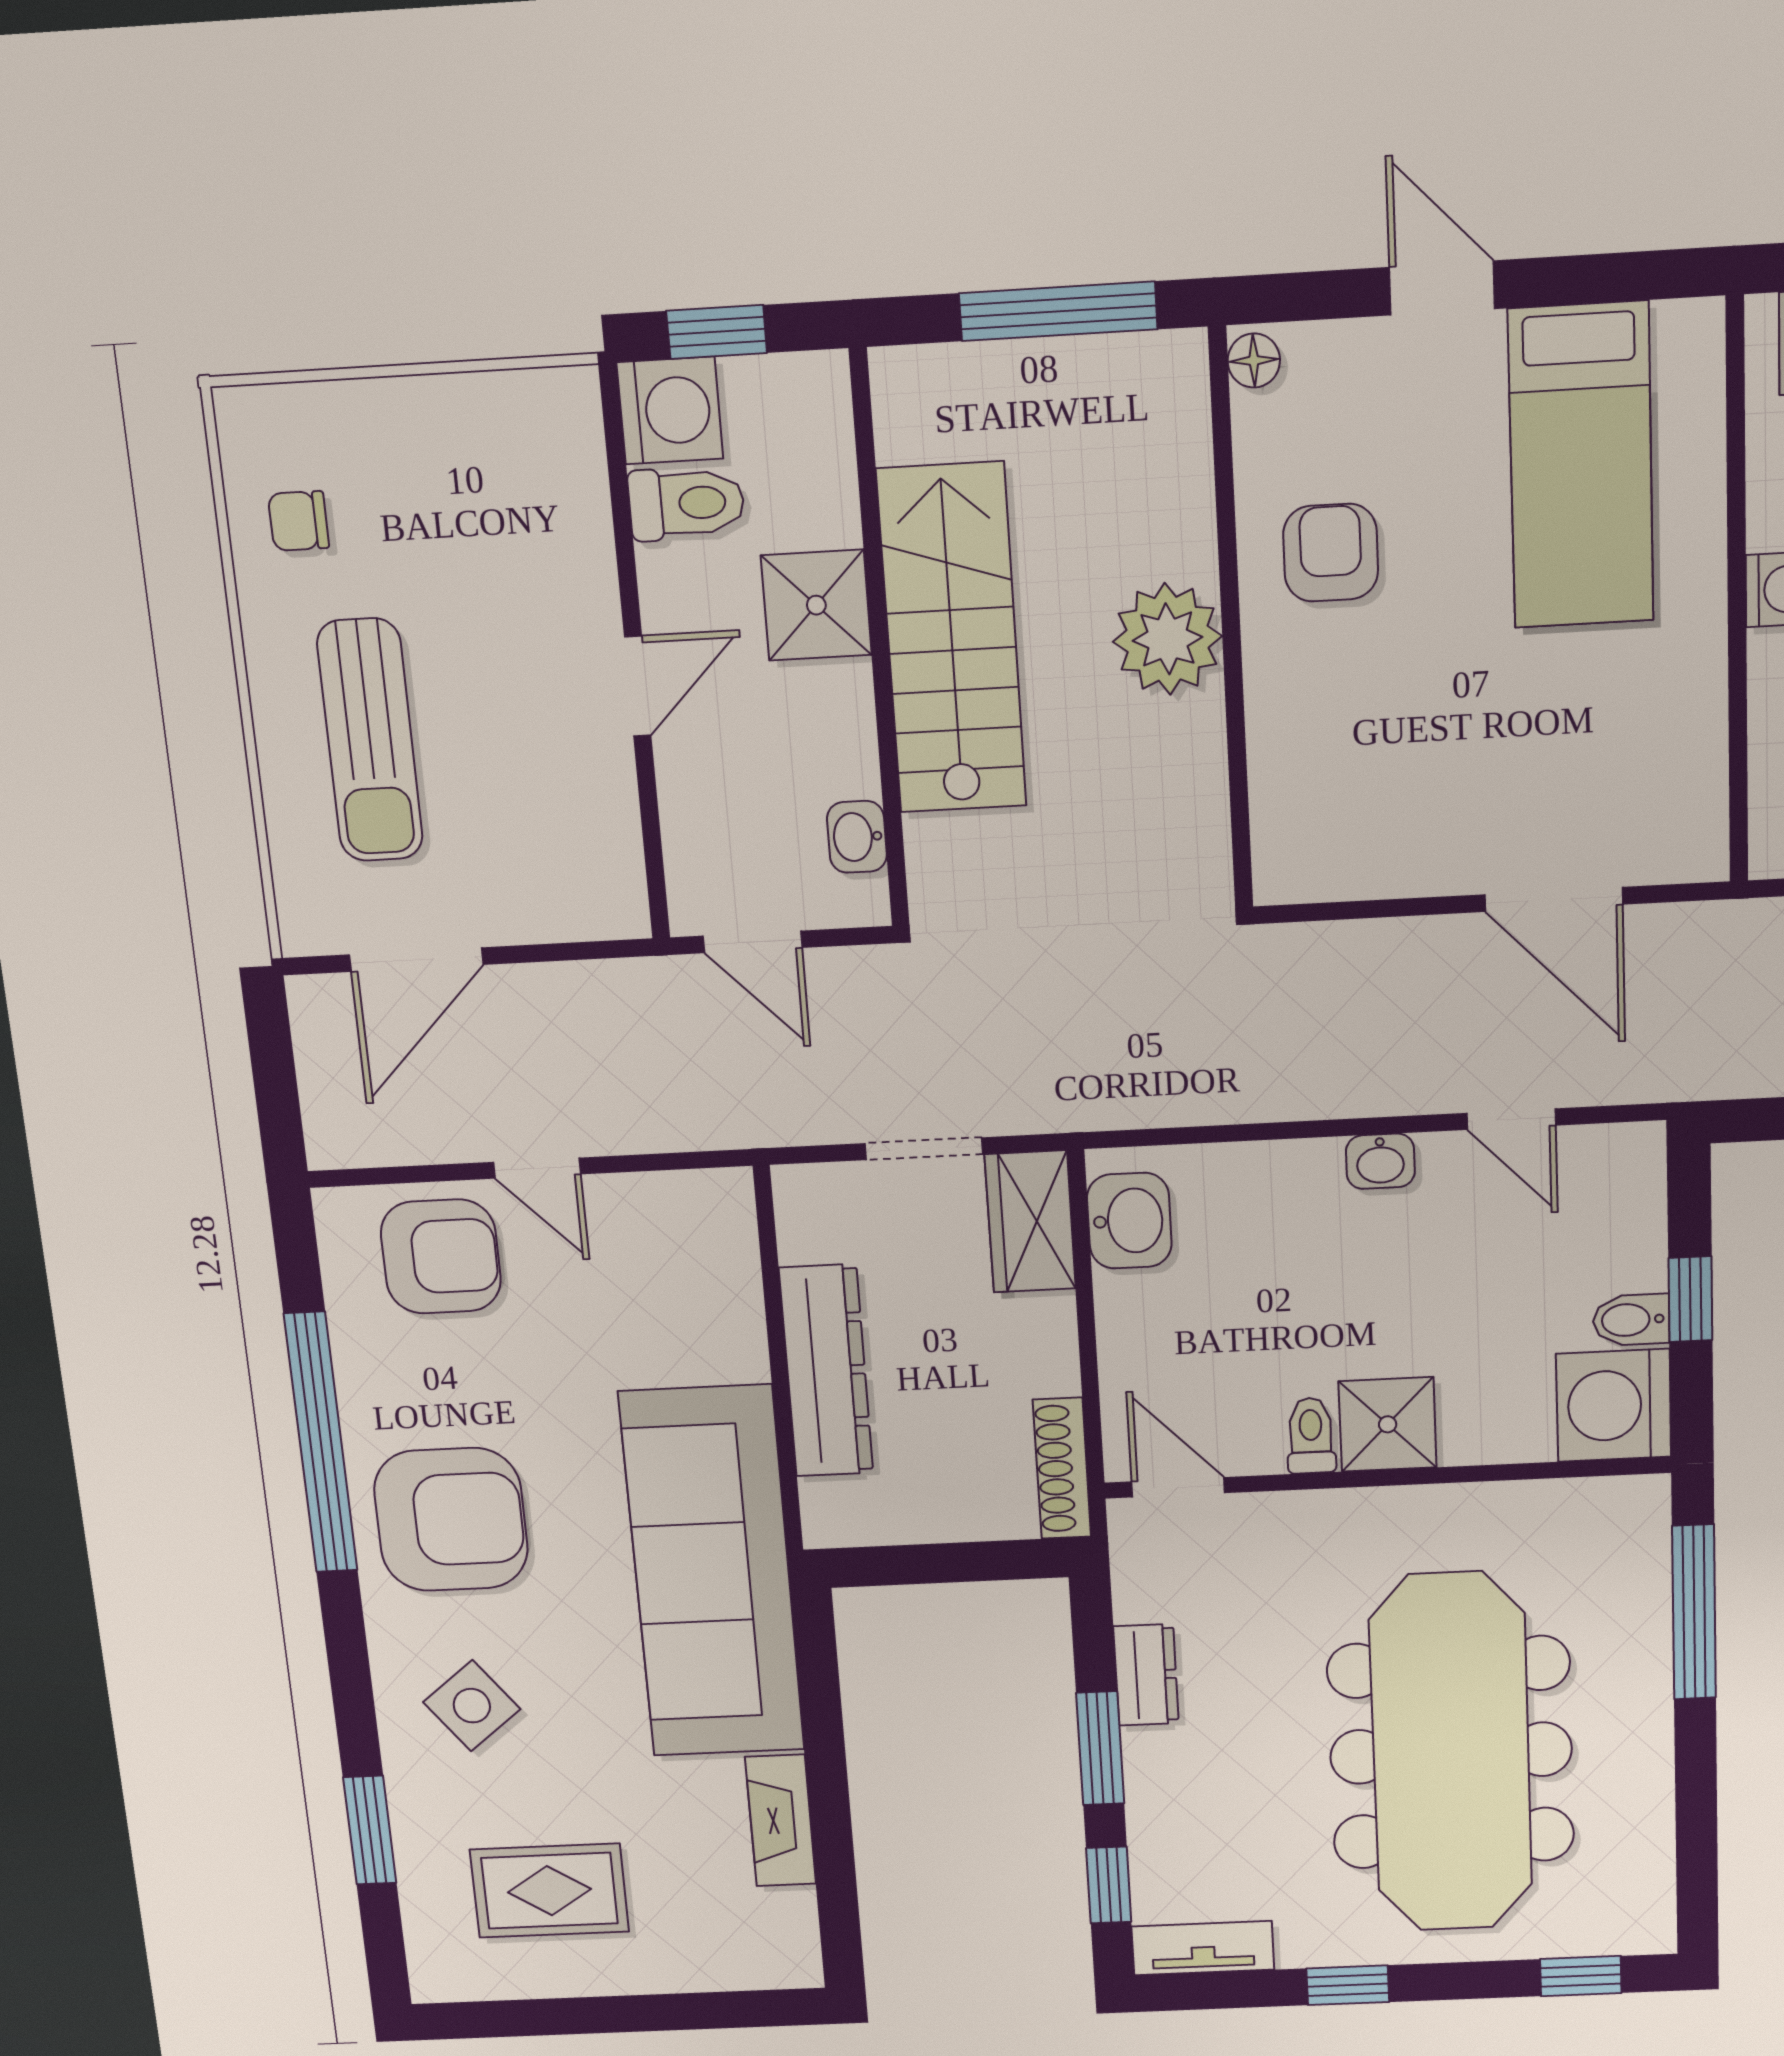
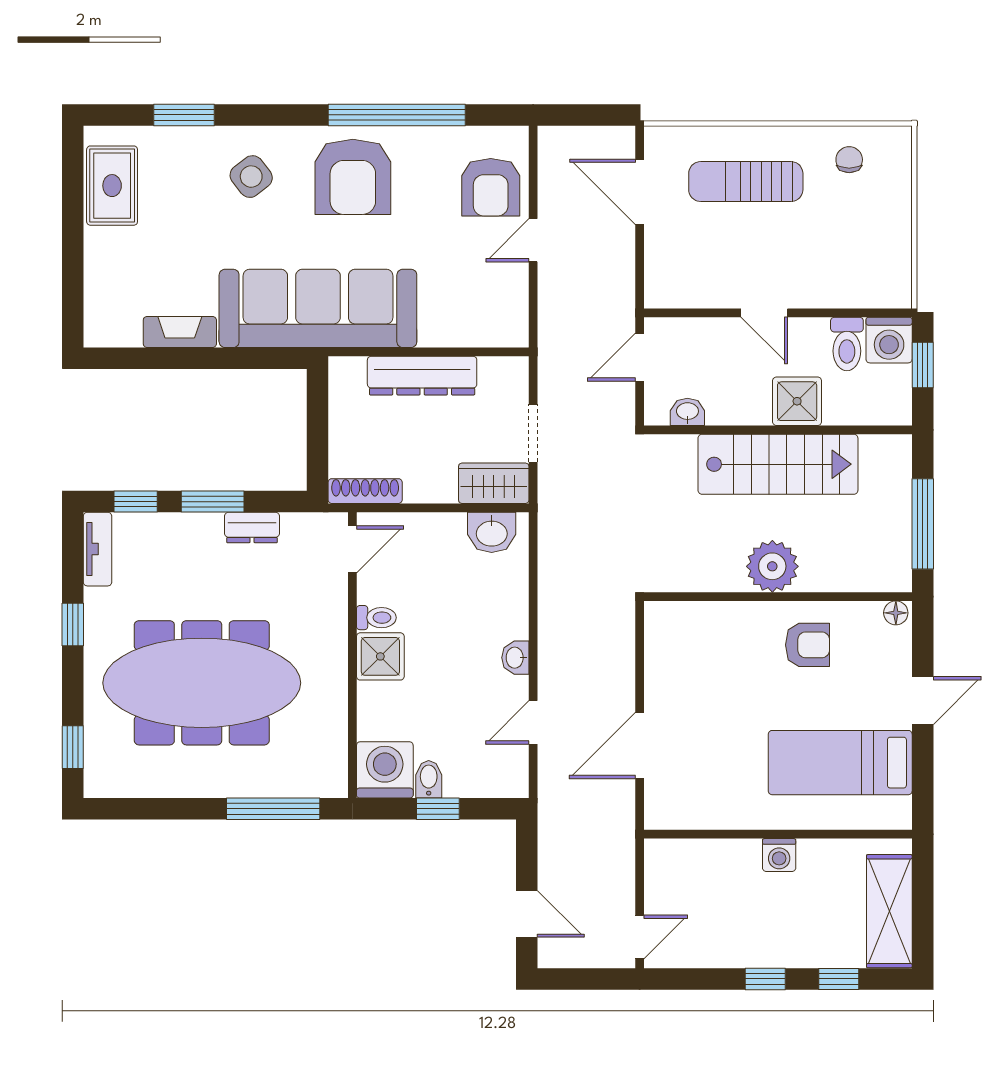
rug: (549, 1891) -> (112, 186), moved

